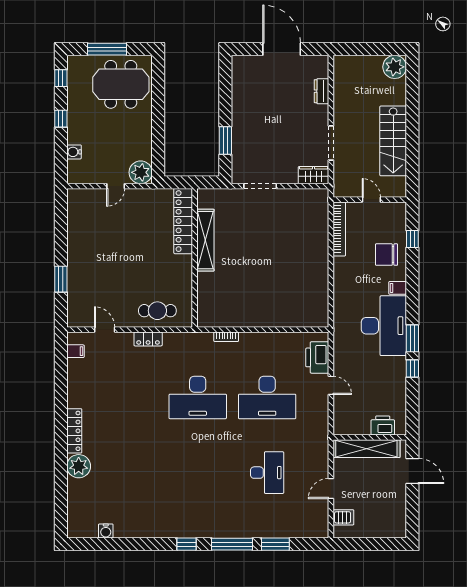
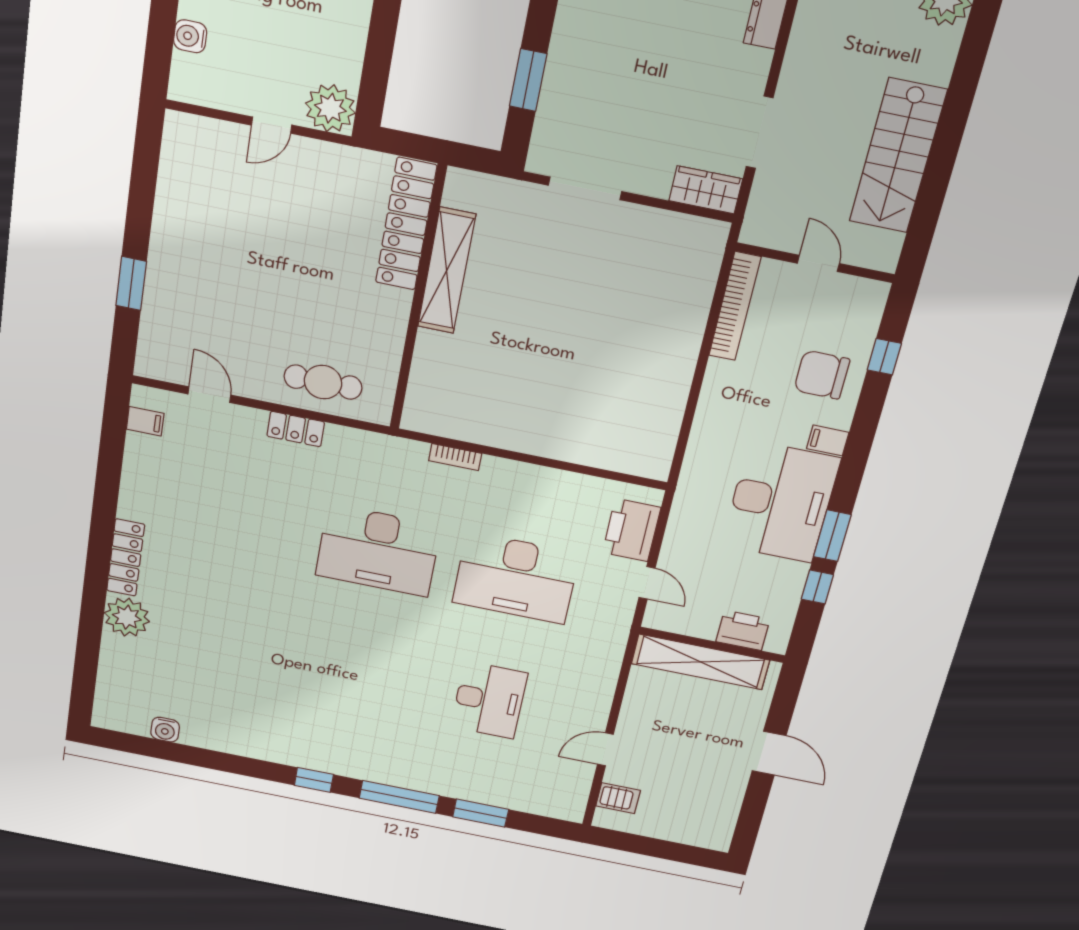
printer: (383, 425) -> (743, 630), moved
wall: (370, 437) -> (712, 645), moved
shelving: (366, 449) -> (700, 662), moved

